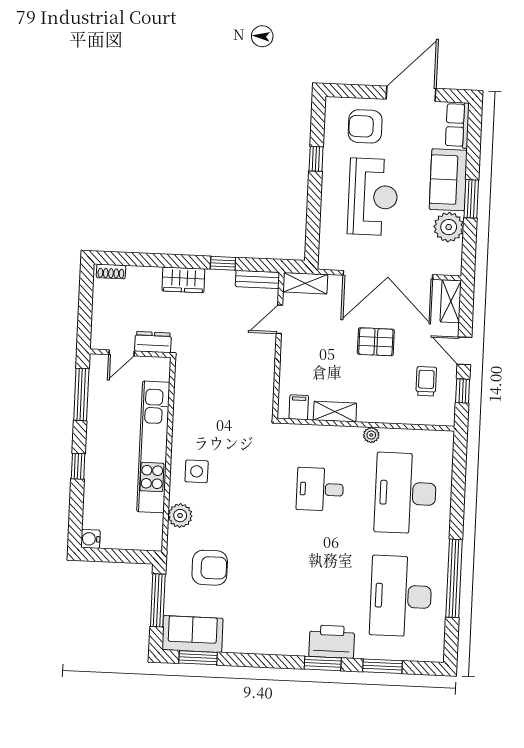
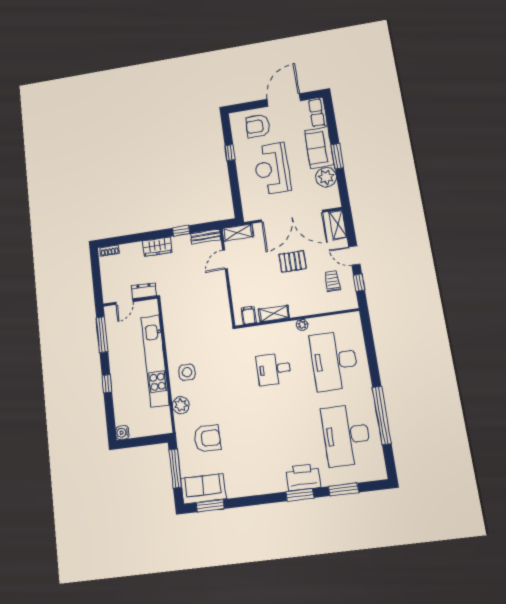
reception desk: (373, 197) -> (272, 169), turned 180

